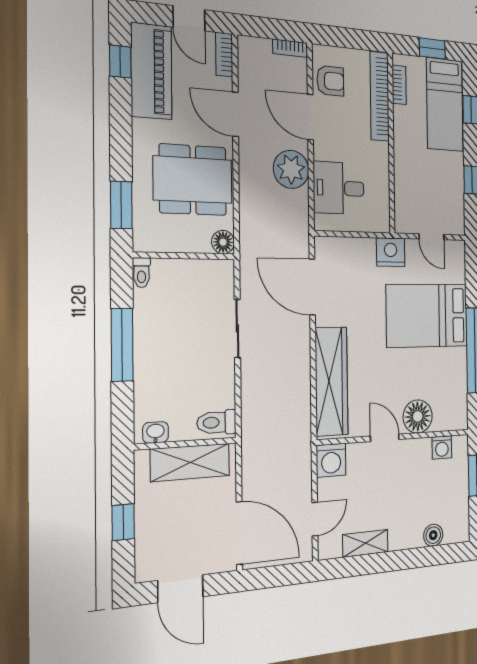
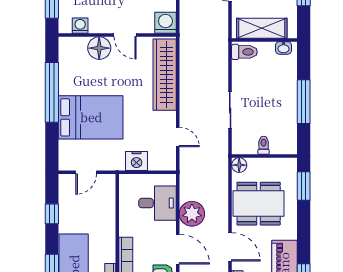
door: (431, 237) -> (86, 172), swing flipped
nightstand: (391, 252) -> (137, 161), moved
toilet: (141, 273) -> (264, 145), moved
door: (312, 287) -> (178, 137), width x0.53

